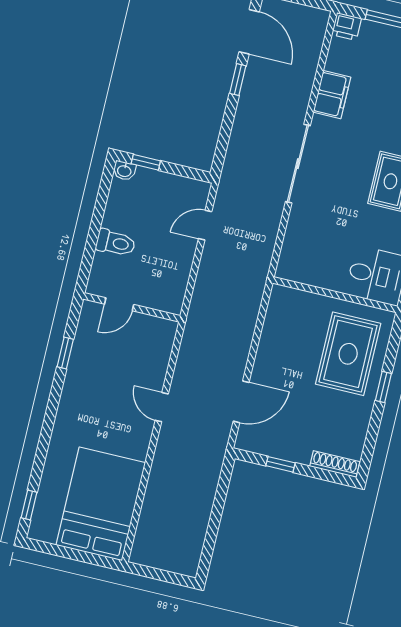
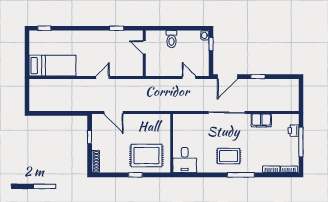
printer: (347, 26) -> (293, 131), moved
door: (249, 32) -> (227, 77), moved
bed: (101, 504) -> (53, 66), width x0.67

